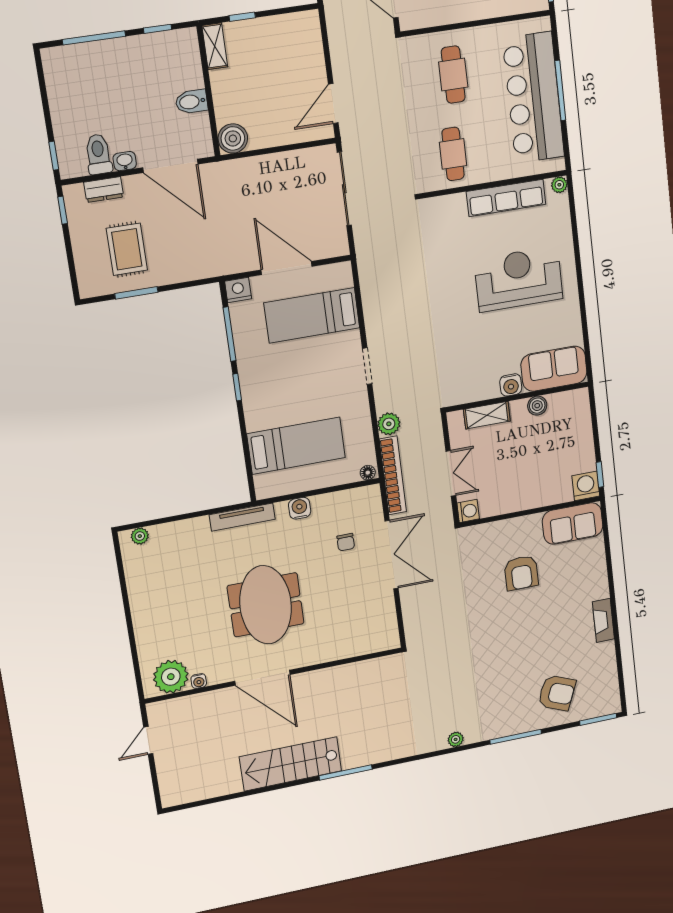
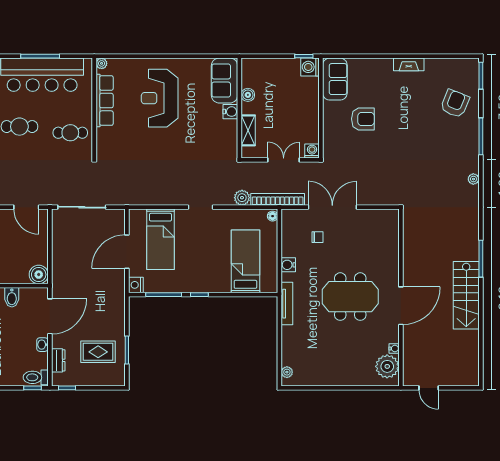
toilet: (98, 154) -> (36, 377), moved

